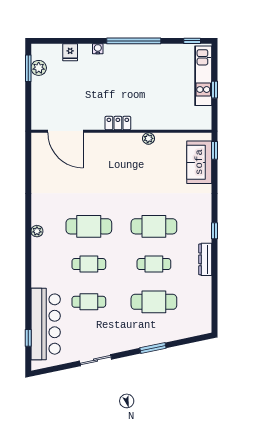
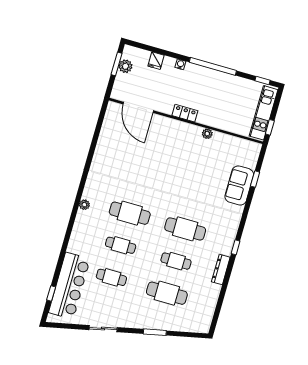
locker: (118, 123) -> (185, 113), moved
door: (65, 131) -> (138, 107), moved
wall: (121, 131) -> (186, 121), moved
plant: (148, 138) -> (207, 134), moved

